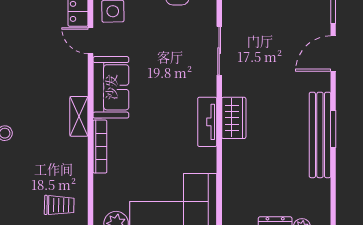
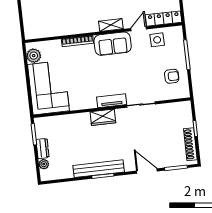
shelving: (79, 116) -> (111, 25), moved
tv unit: (207, 122) -> (112, 101), moved
trolley: (59, 205) -> (41, 21), removed

